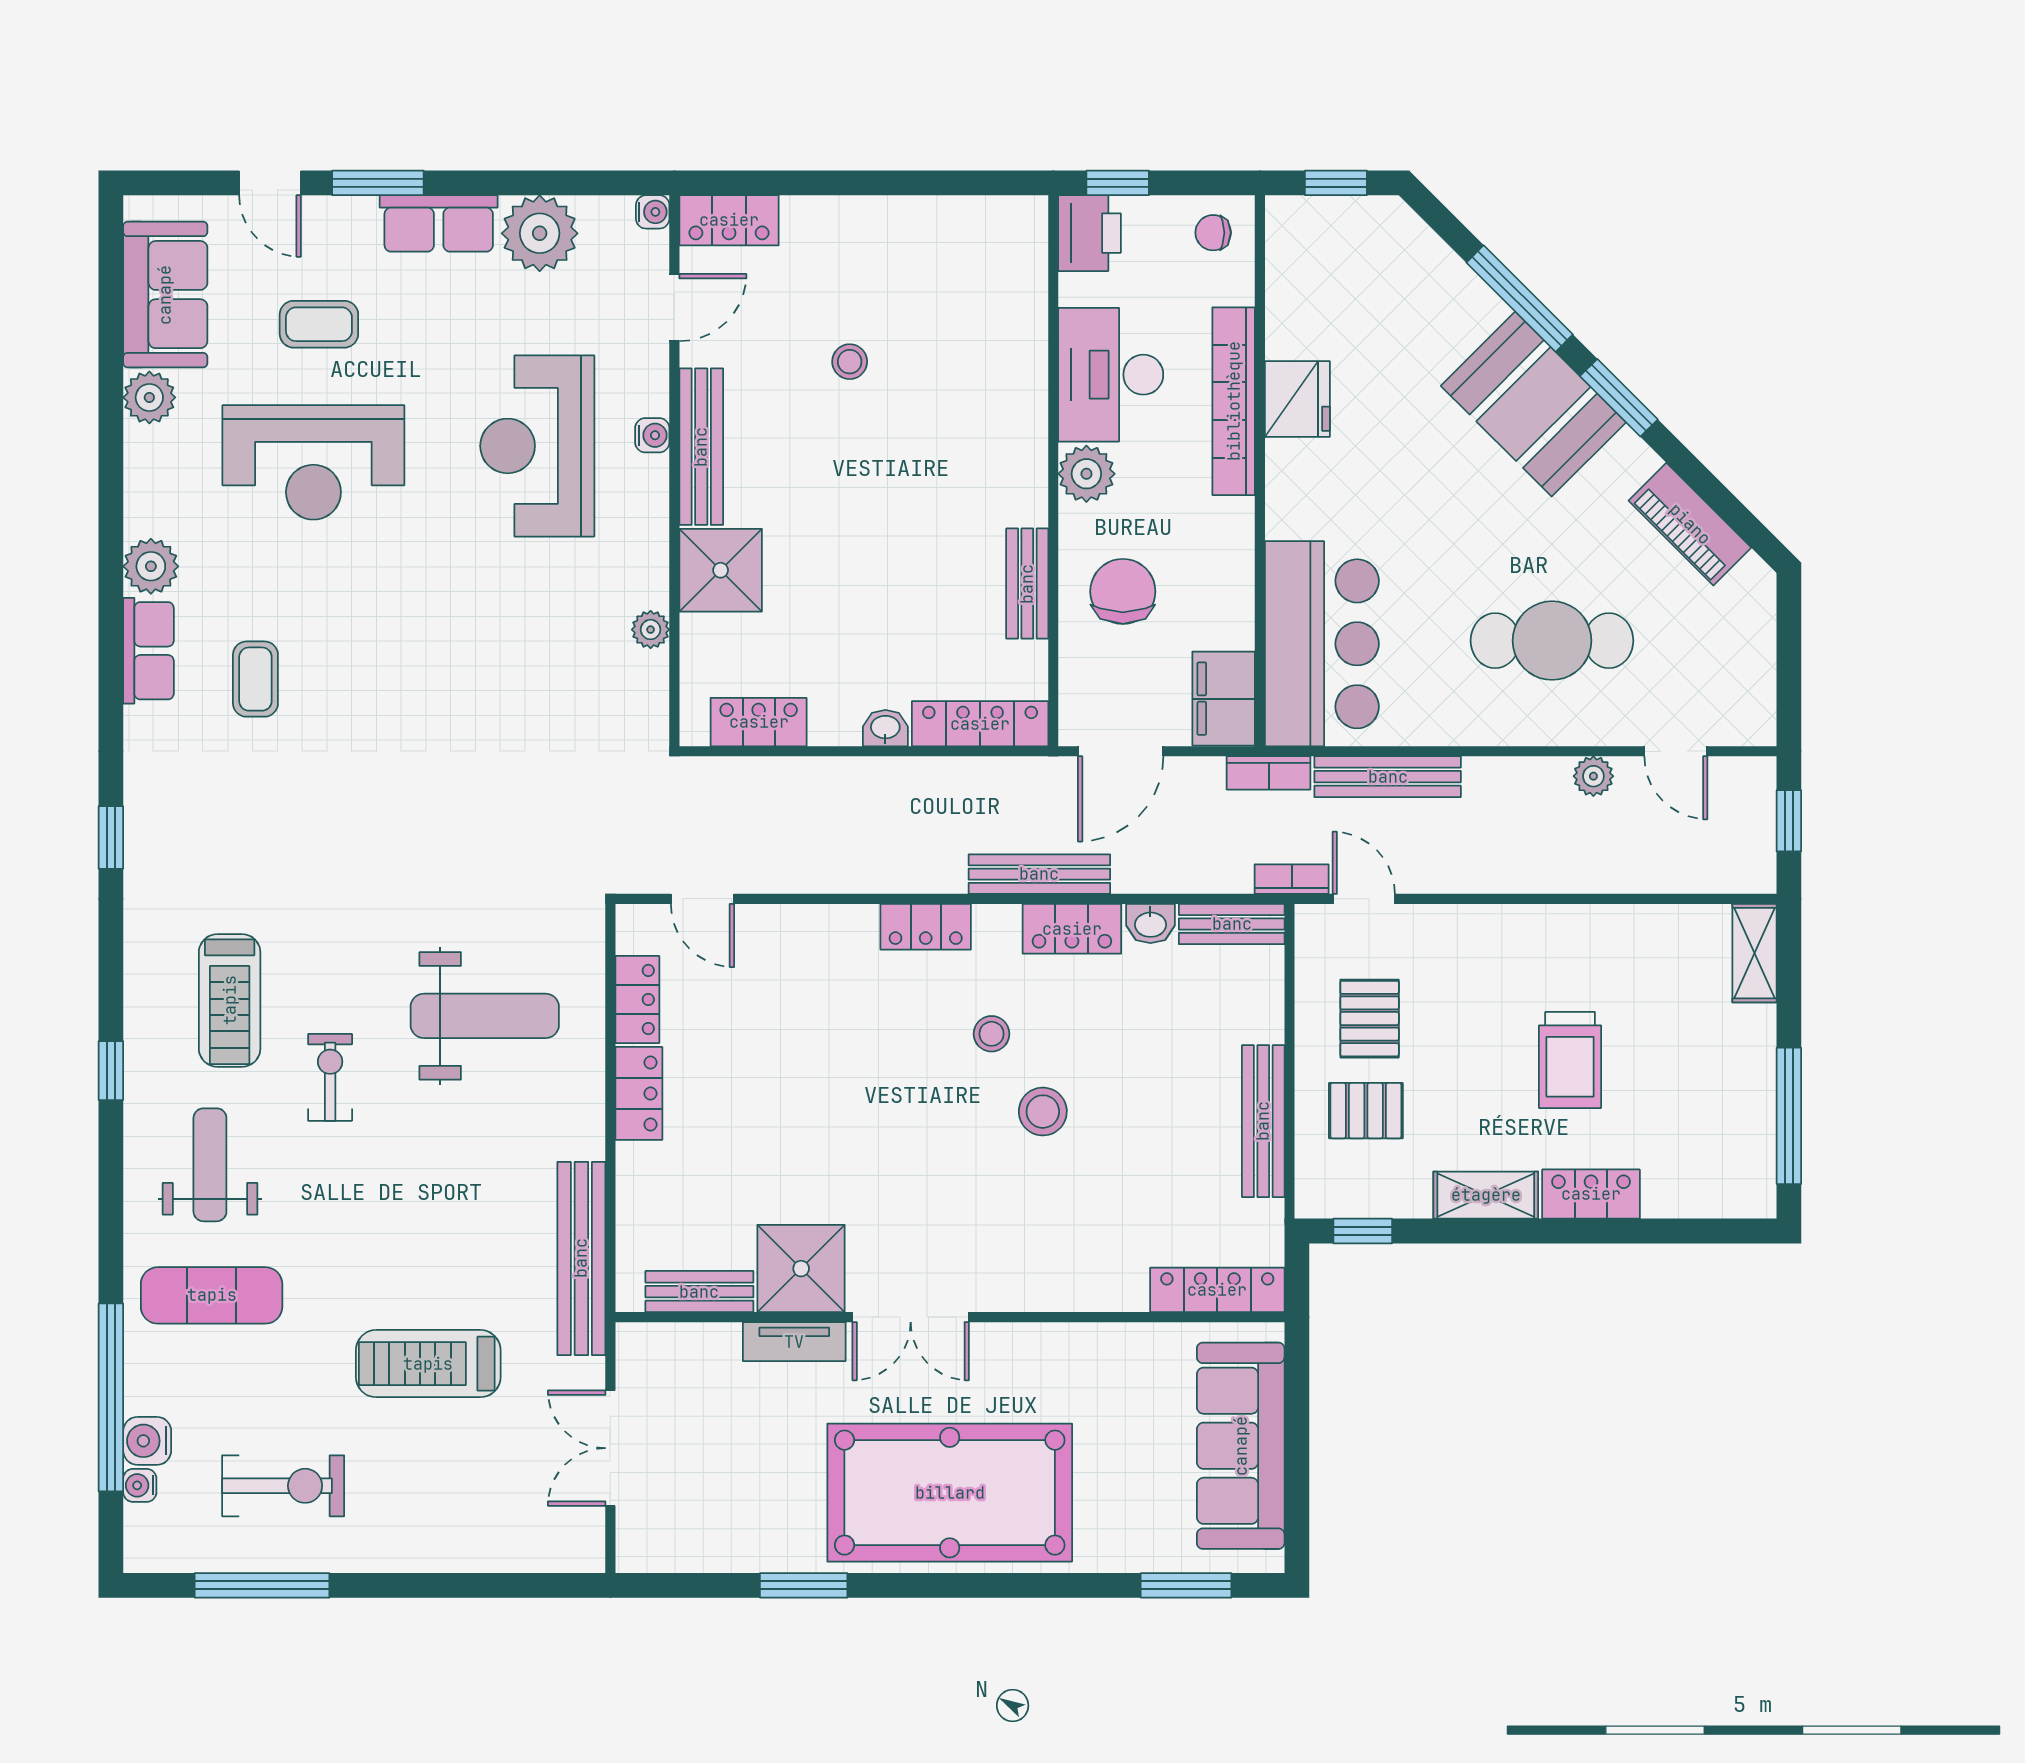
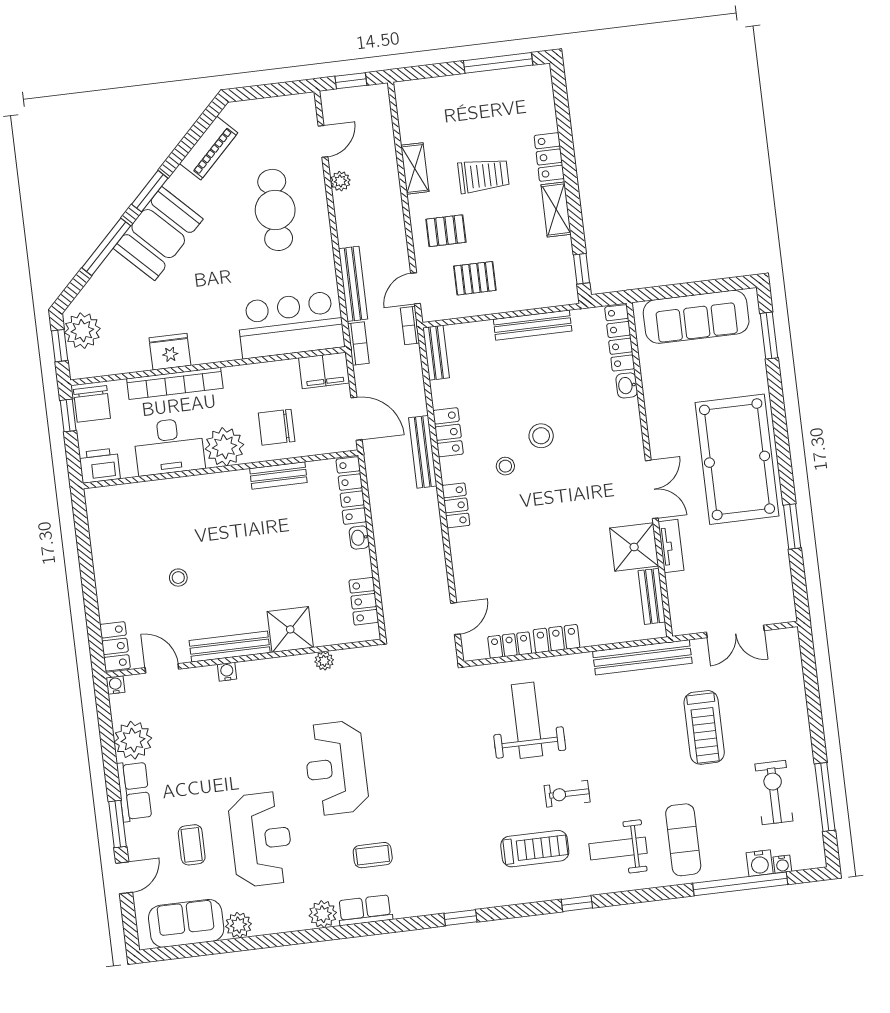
window: (1118, 183) -> (68, 415), moved
plant: (1360, 231) -> (82, 331), added
chair: (1213, 233) -> (92, 404), width x1.87, depth x1.87
reception desk: (537, 446) -> (336, 768), moved, turned 90
plant: (1086, 474) -> (225, 447), width x1.36, depth x1.36
washbasin: (1150, 923) -> (627, 385), moved, turned 180
shelving: (1754, 953) -> (415, 168), moved, turned 90
pallet: (1366, 1111) -> (446, 231), moved, turned 90

